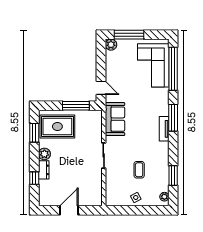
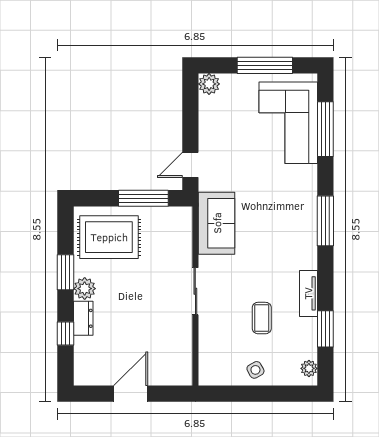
window: (129, 35) -> (265, 65), moved
window: (173, 69) -> (325, 129), width x0.68
door: (101, 88) -> (190, 165), swing flipped
tv unit: (164, 129) -> (308, 293), moved
window: (34, 133) -> (66, 272), moved

